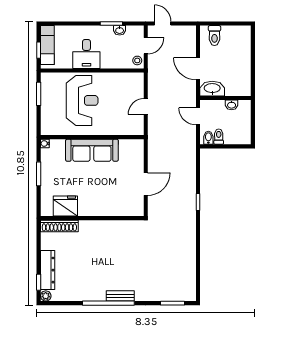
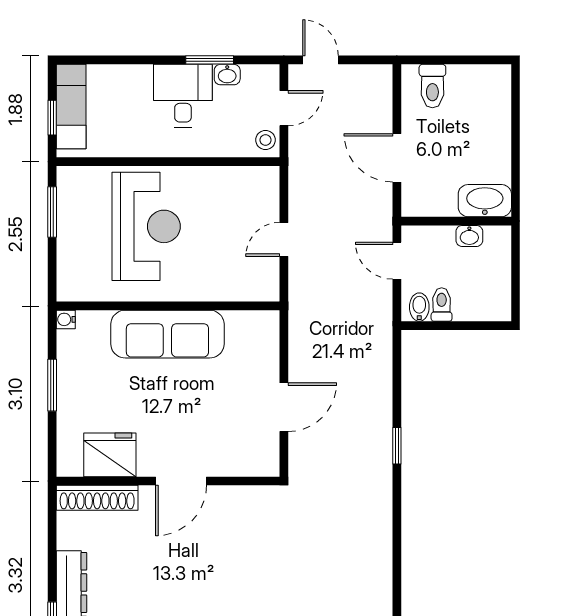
desk: (86, 54) -> (183, 96), moved, turned 180
washbasin: (212, 89) -> (485, 201), moved
door: (98, 218) -> (181, 481), added

